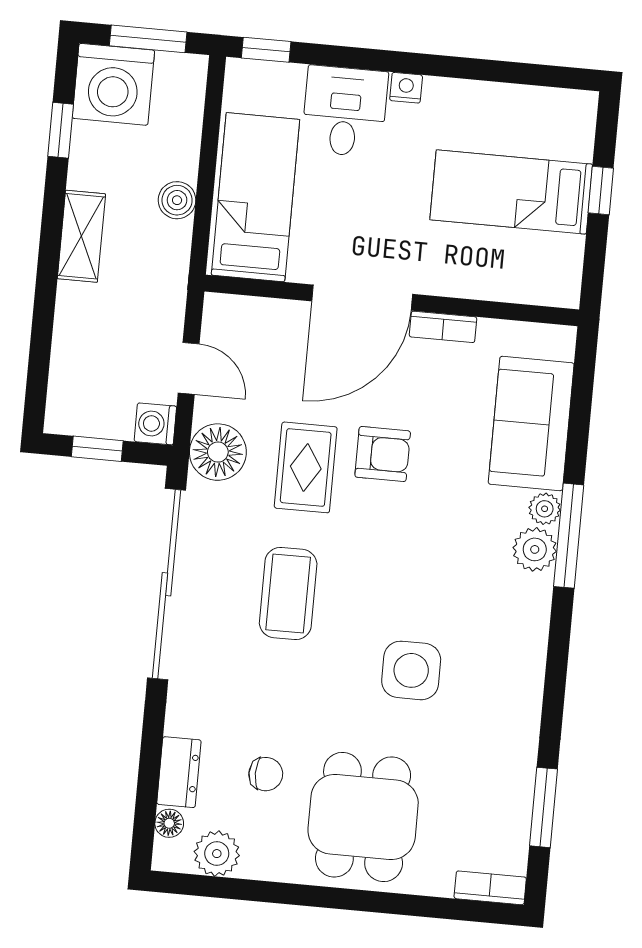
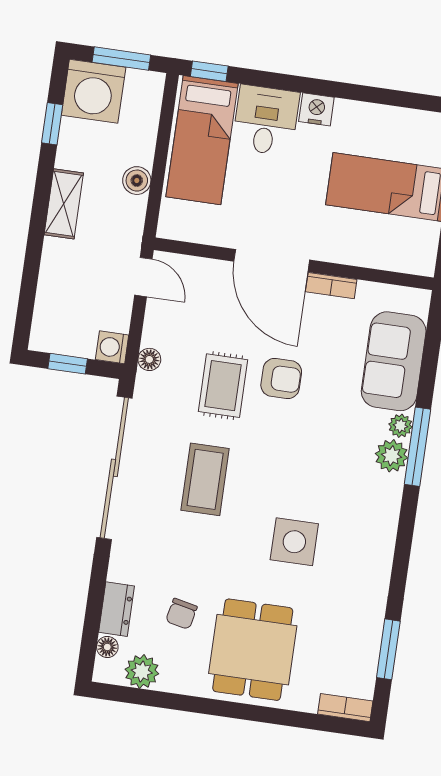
nightstand: (406, 88) -> (316, 109), width x1.39, depth x1.35
bed: (255, 197) -> (202, 140), moved, turned 180
door: (362, 298) -> (272, 261), hinge flipped
door: (189, 368) -> (143, 277), moved
floor lamp: (218, 452) -> (149, 359), width x0.53, depth x0.53
chair: (266, 774) -> (181, 614), turned 102

